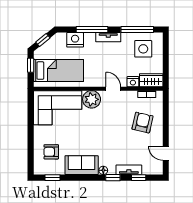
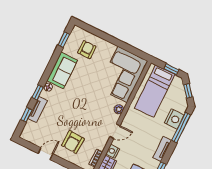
window: (92, 29) -> (181, 128), moved
plant: (92, 99) -> (119, 109), width x0.53, depth x0.53
armchair: (143, 123) -> (73, 142), turned 80
door: (166, 153) -> (46, 154), moved

